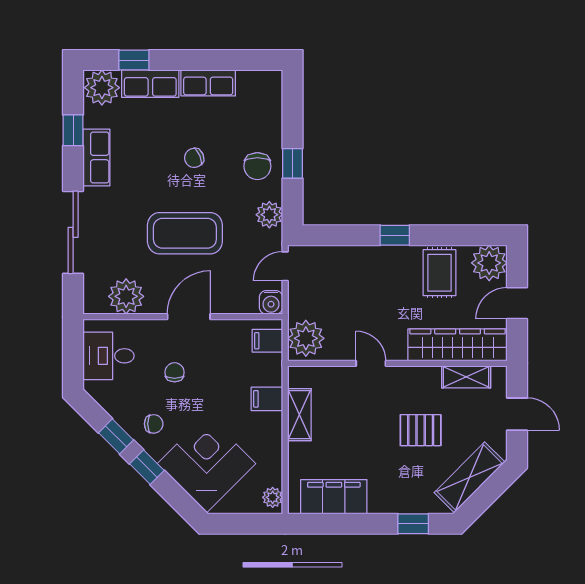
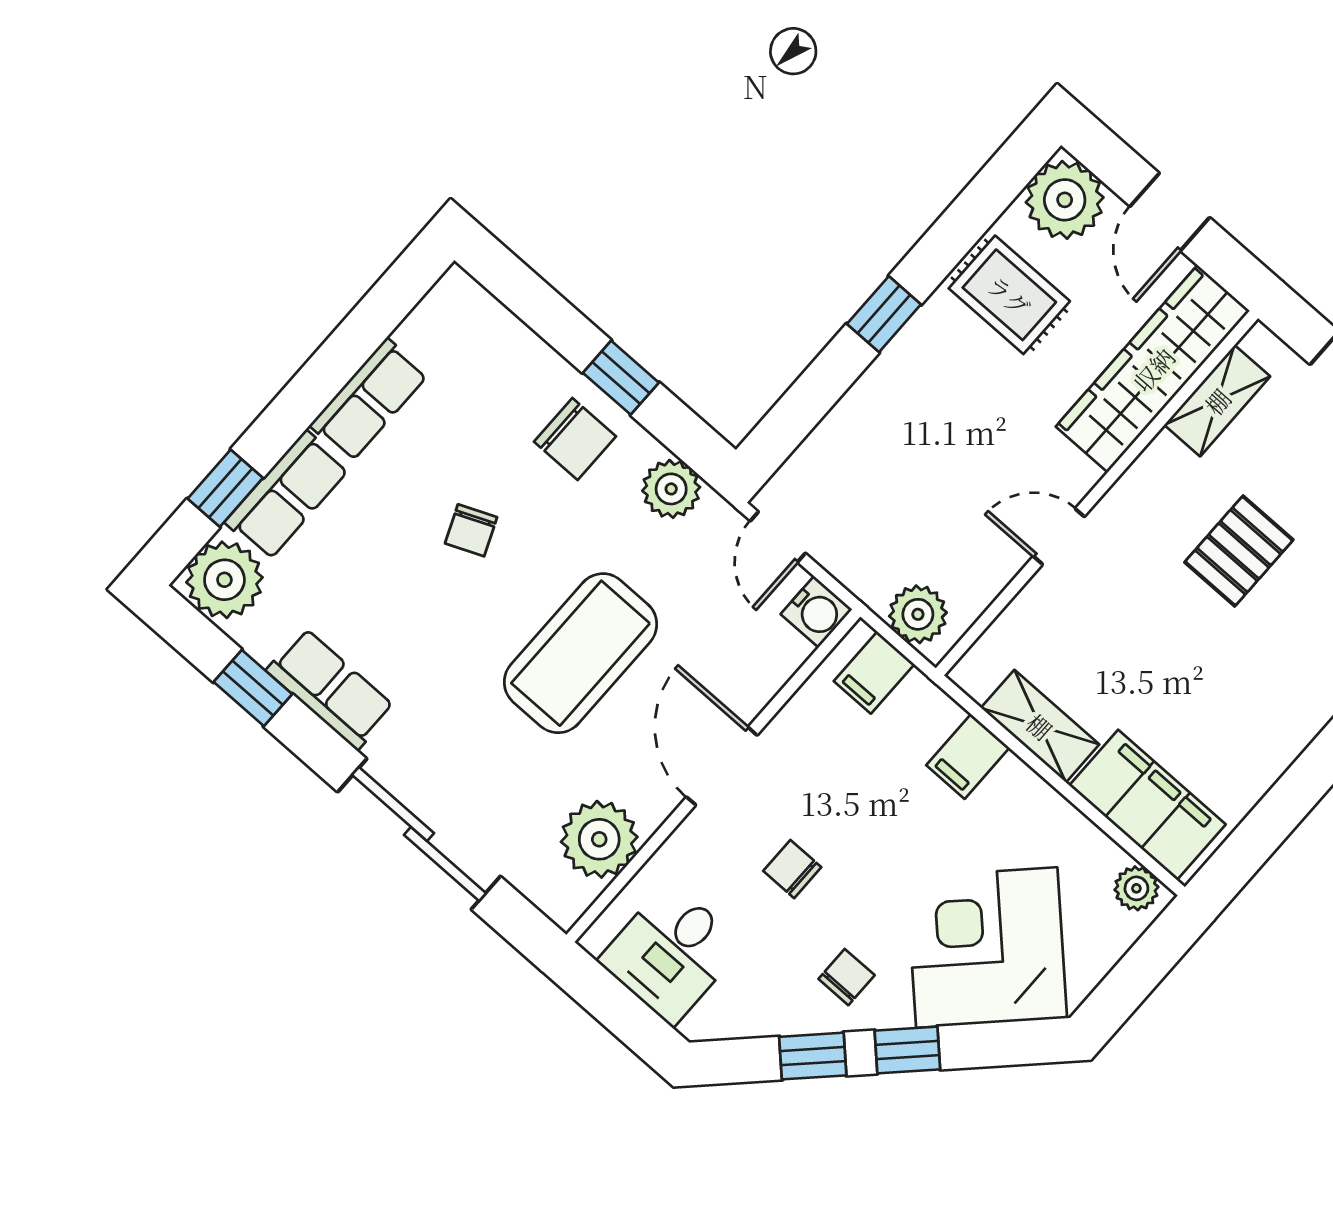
plant: (306, 338) -> (918, 614), width x0.73, depth x0.73
filing cabinet: (334, 497) -> (1147, 805), moved, turned 90

